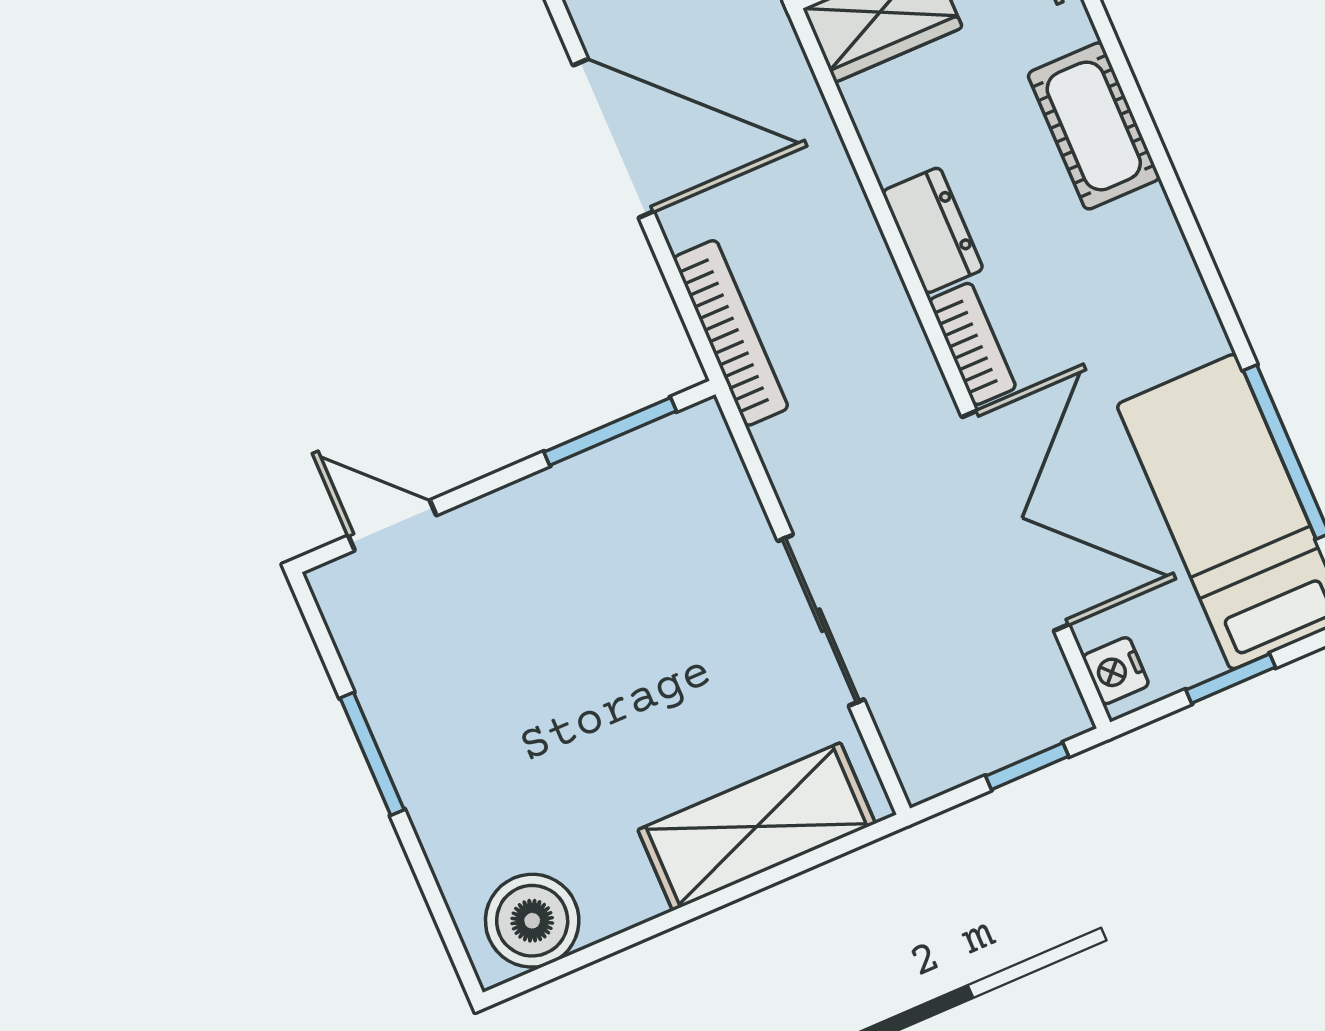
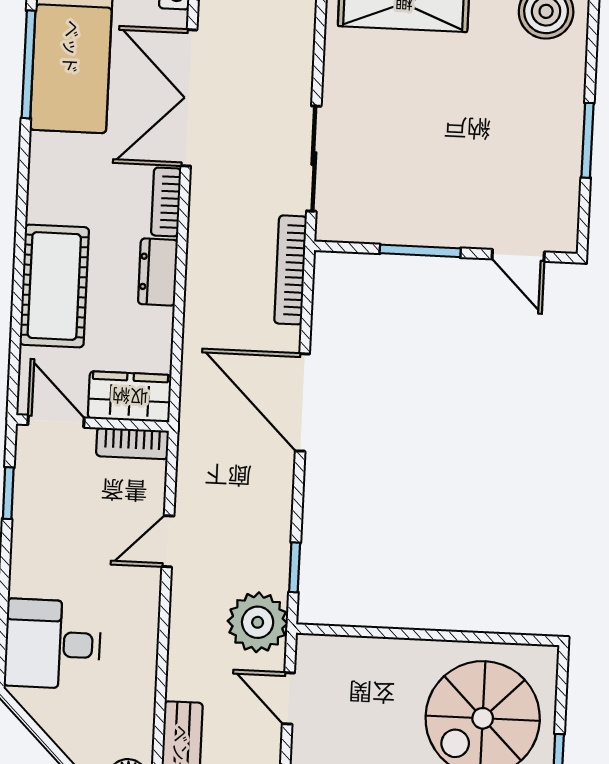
cot: (1094, 126) -> (54, 286), width x1.37, depth x1.34
window: (610, 432) -> (420, 251), moved
sliding door: (821, 620) -> (314, 159), moved

